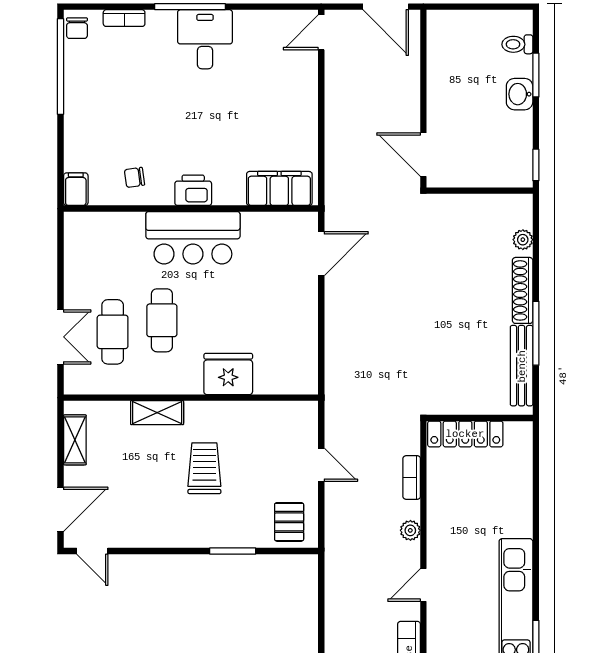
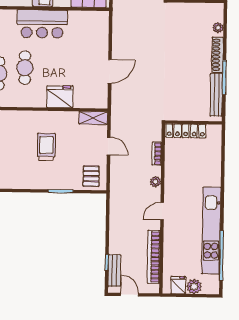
door: (321, 254) -> (110, 71), moved
shelving: (157, 413) -> (93, 118), moved

